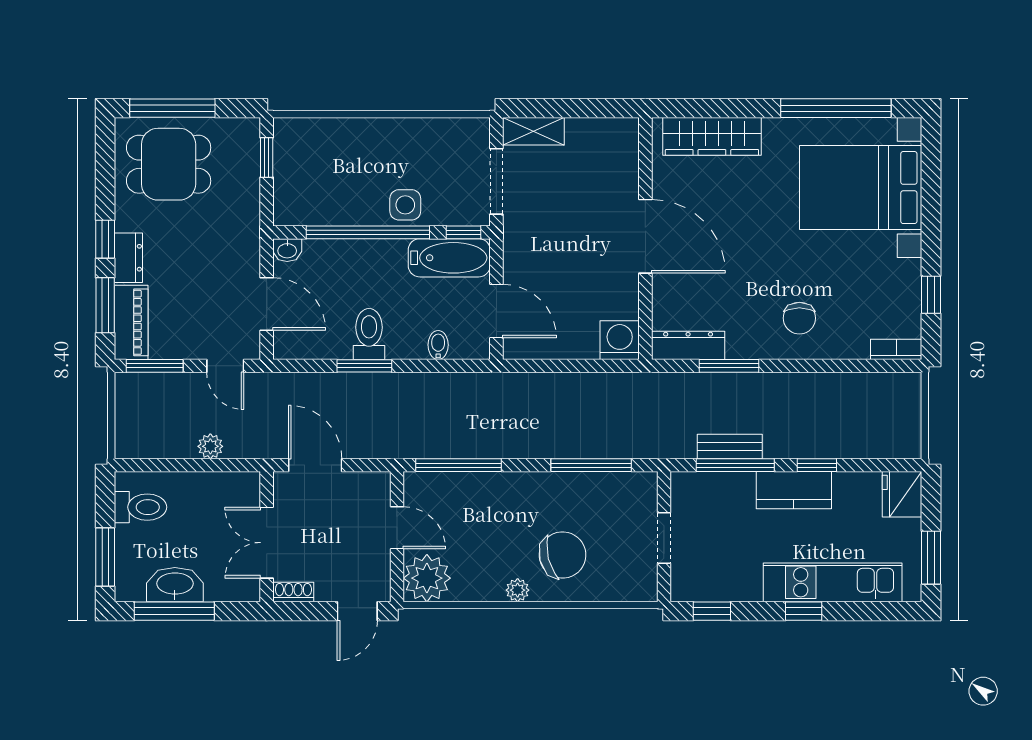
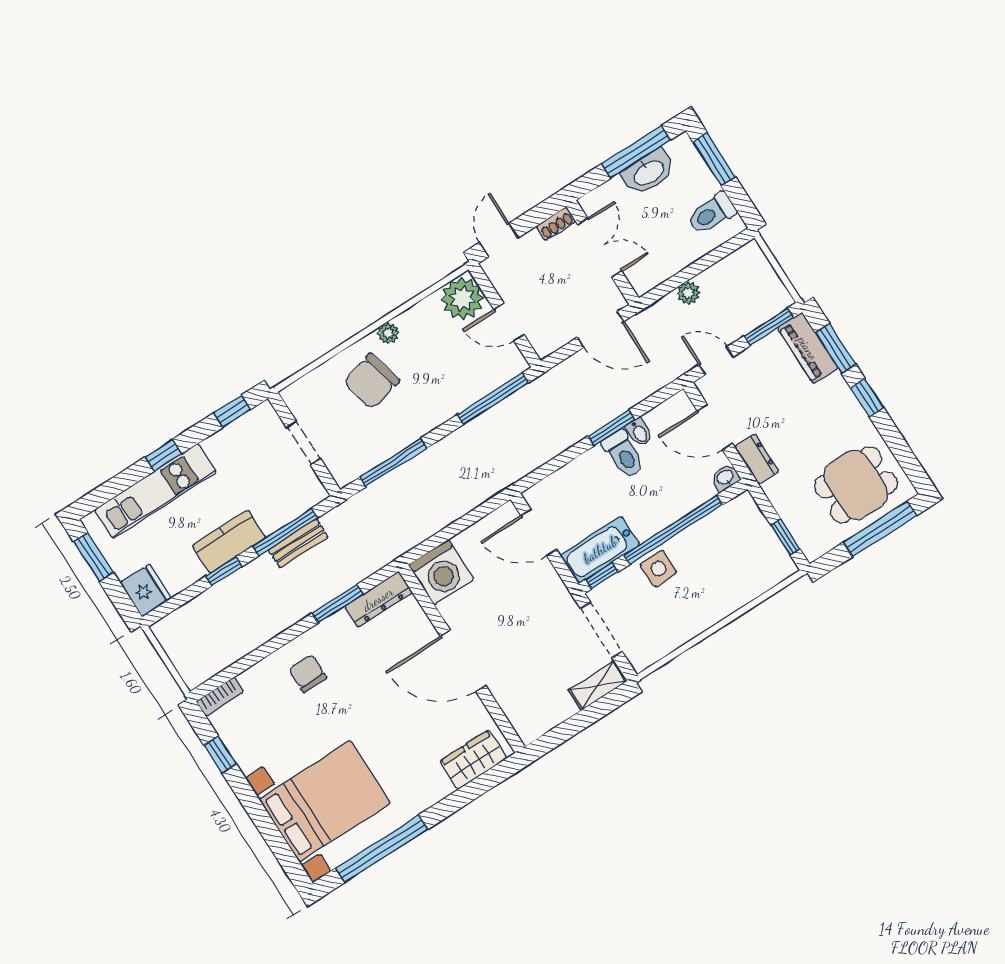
wardrobe: (712, 136) -> (473, 760), width x0.67
dresser: (128, 258) -> (757, 459), moved, turned 180
washing machine: (620, 340) -> (441, 572), width x1.37, depth x1.37
bidet: (438, 345) -> (639, 432), moved

